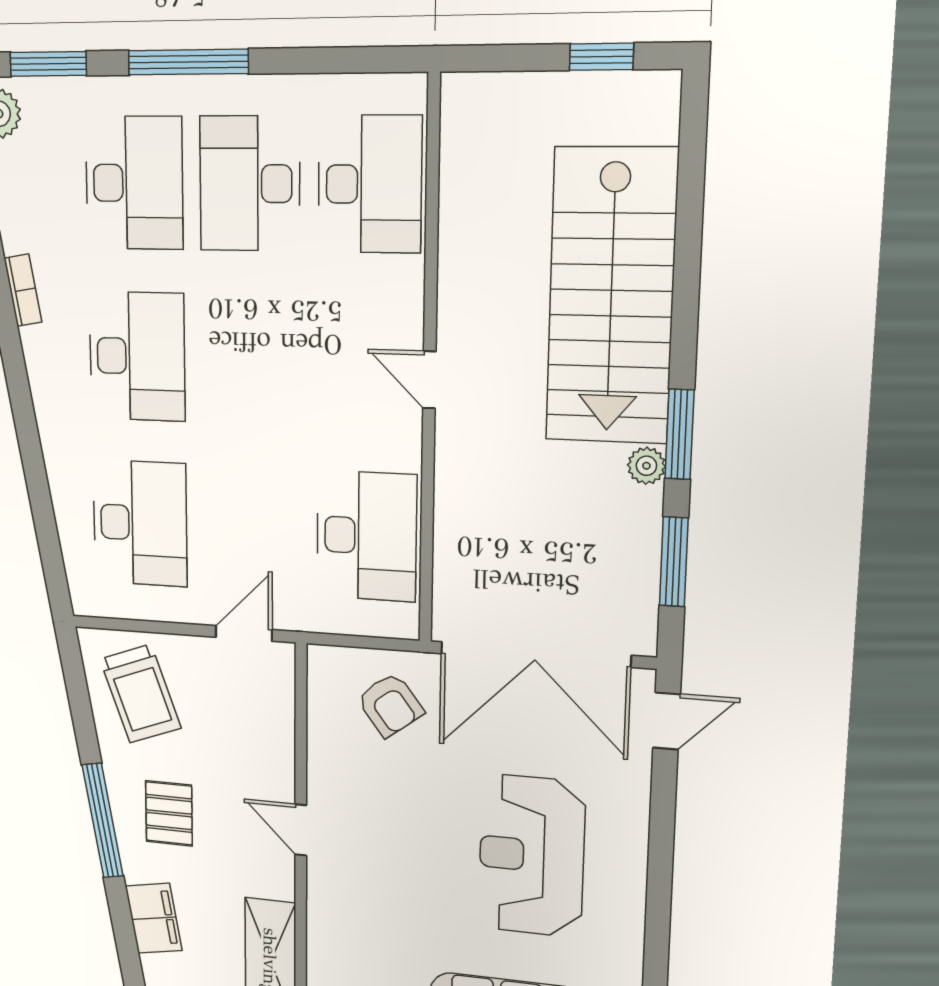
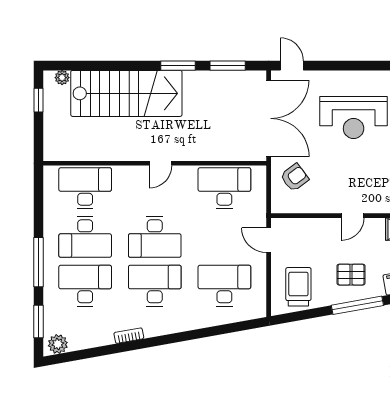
desk: (251, 360) -> (155, 237), added
plant: (646, 466) -> (62, 78), moved
trolley: (140, 694) -> (298, 287), turned -70

